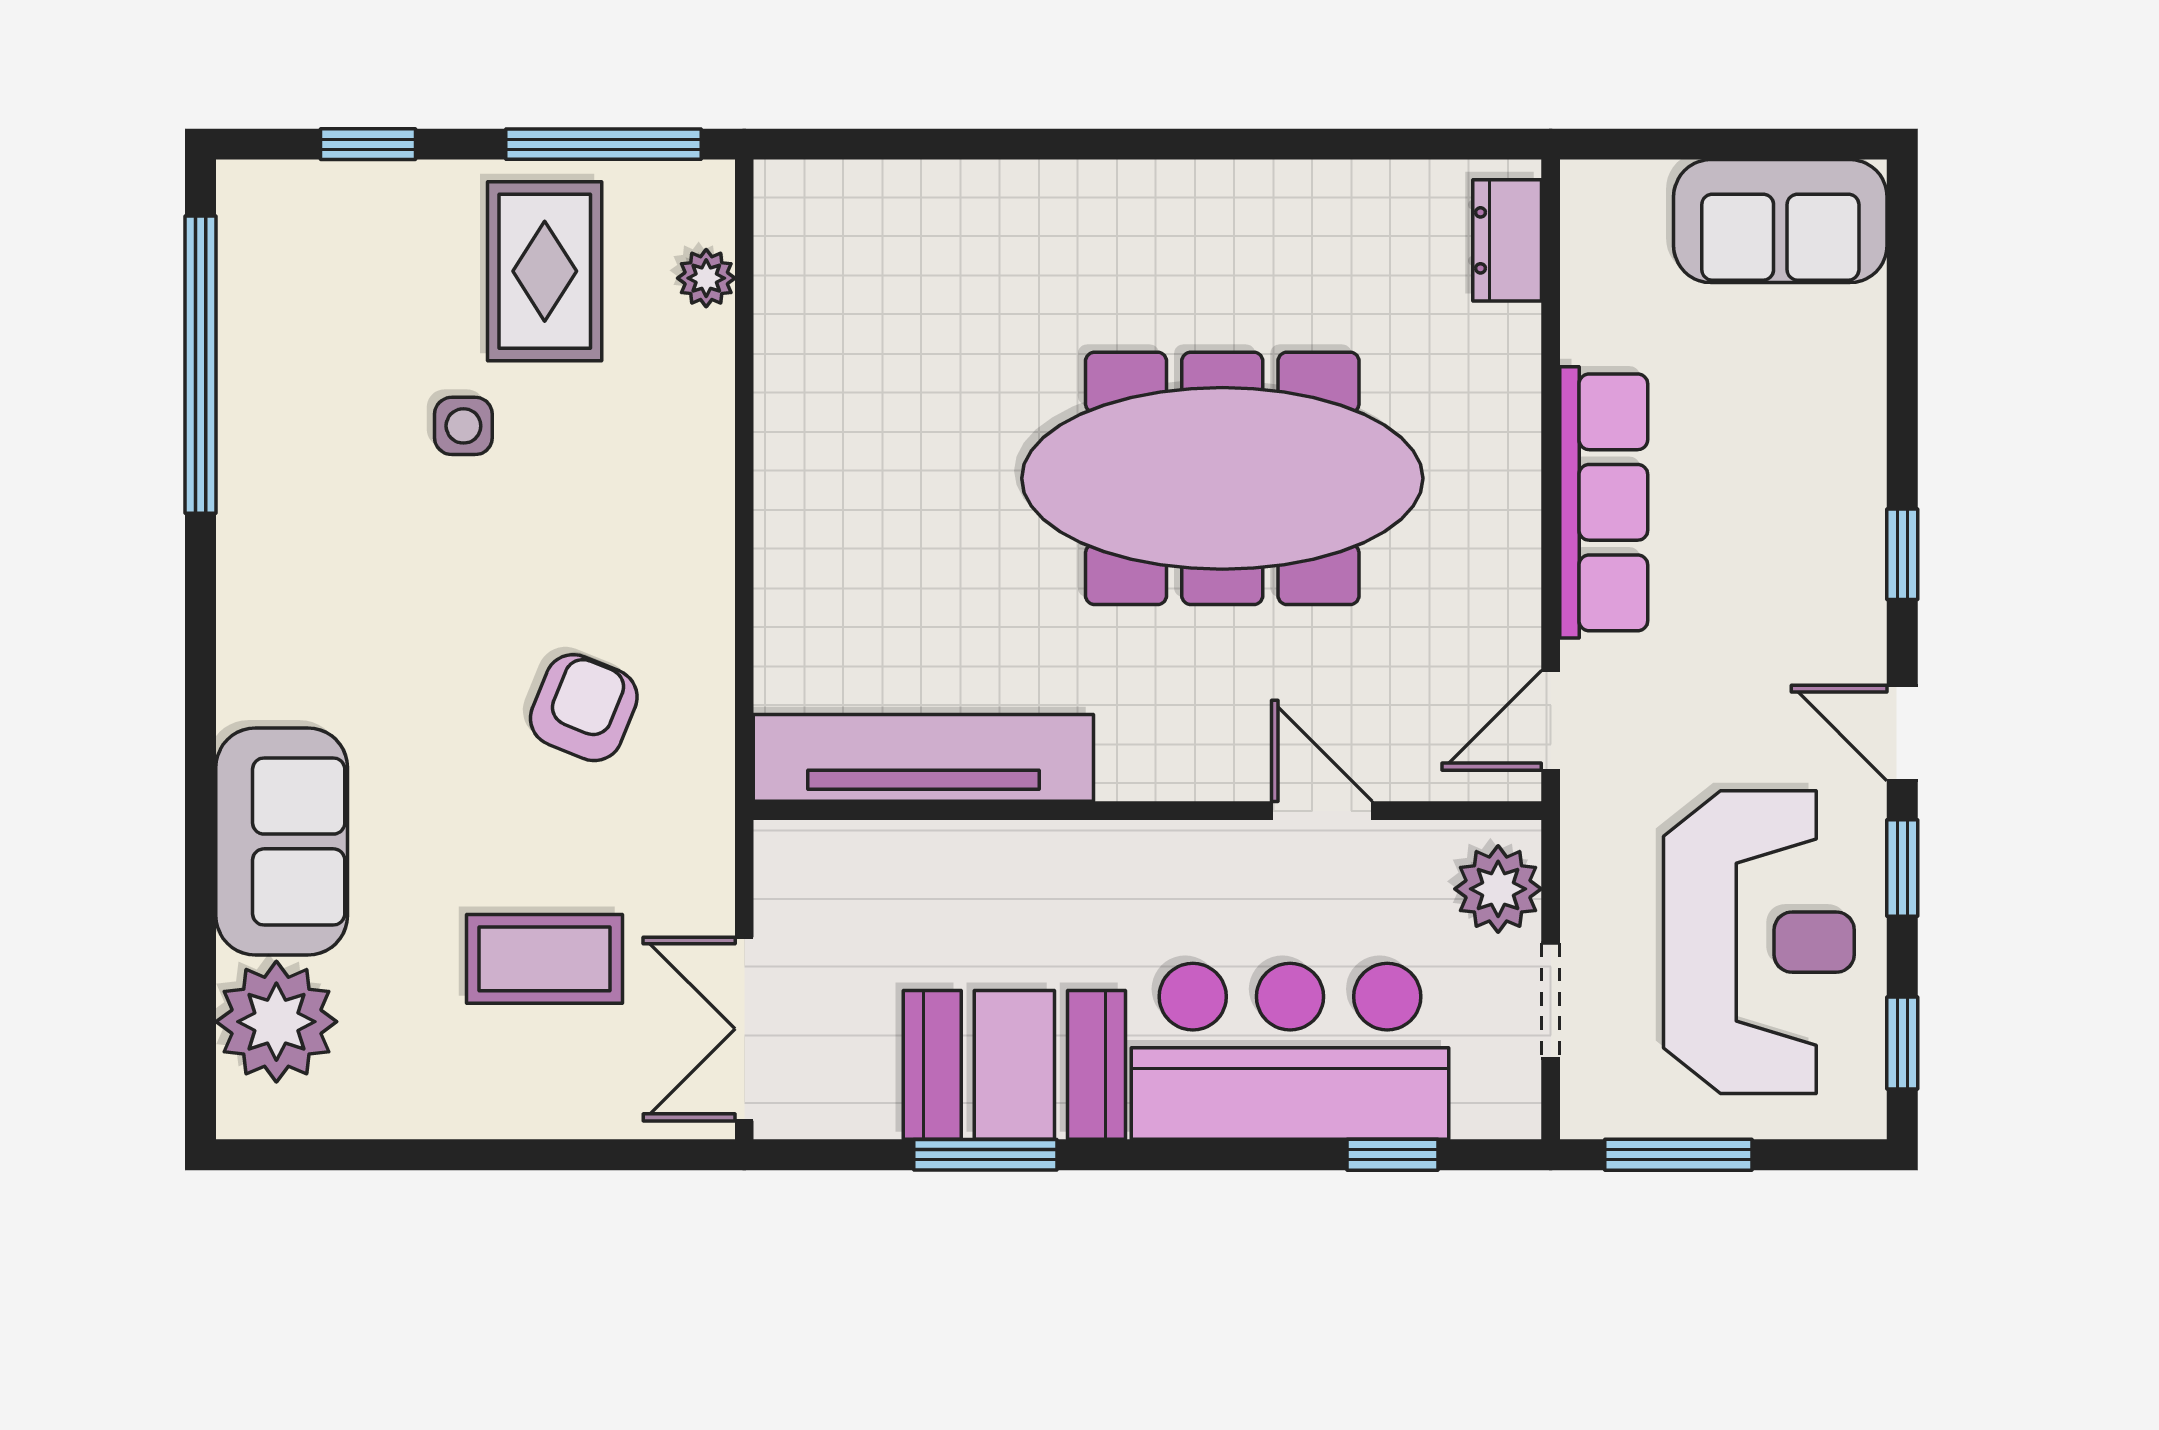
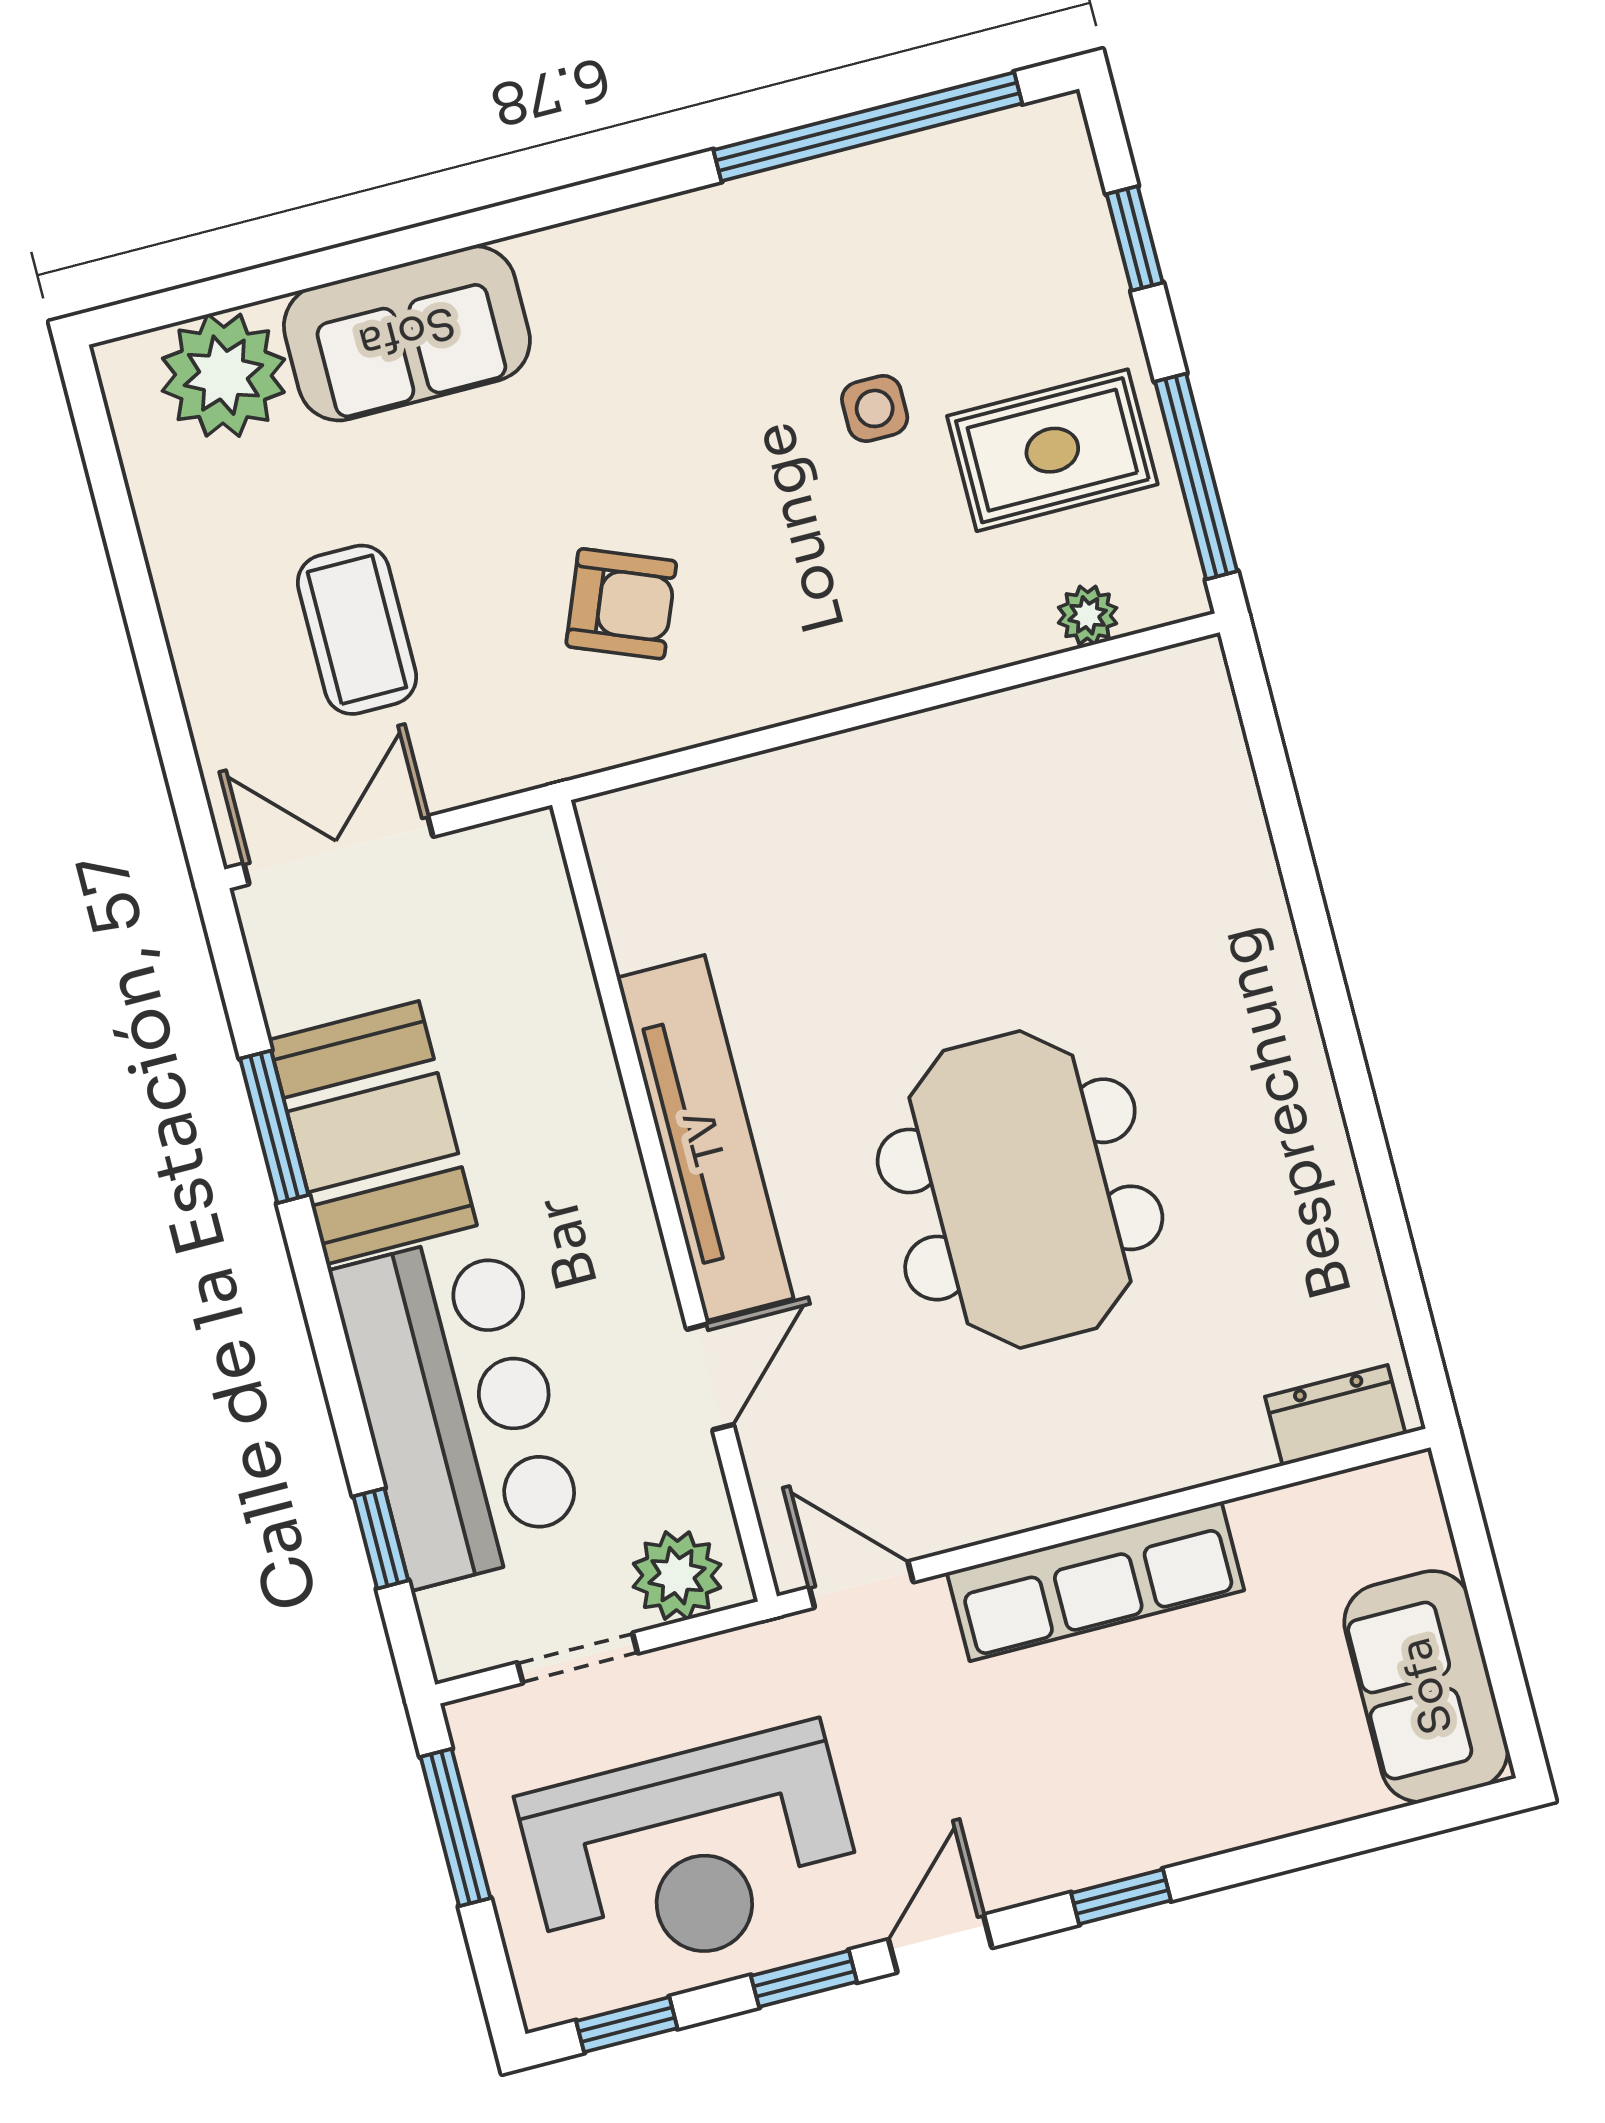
meeting table: (1222, 478) -> (1020, 1189), width x0.73
tv unit: (923, 758) -> (705, 1138), moved

